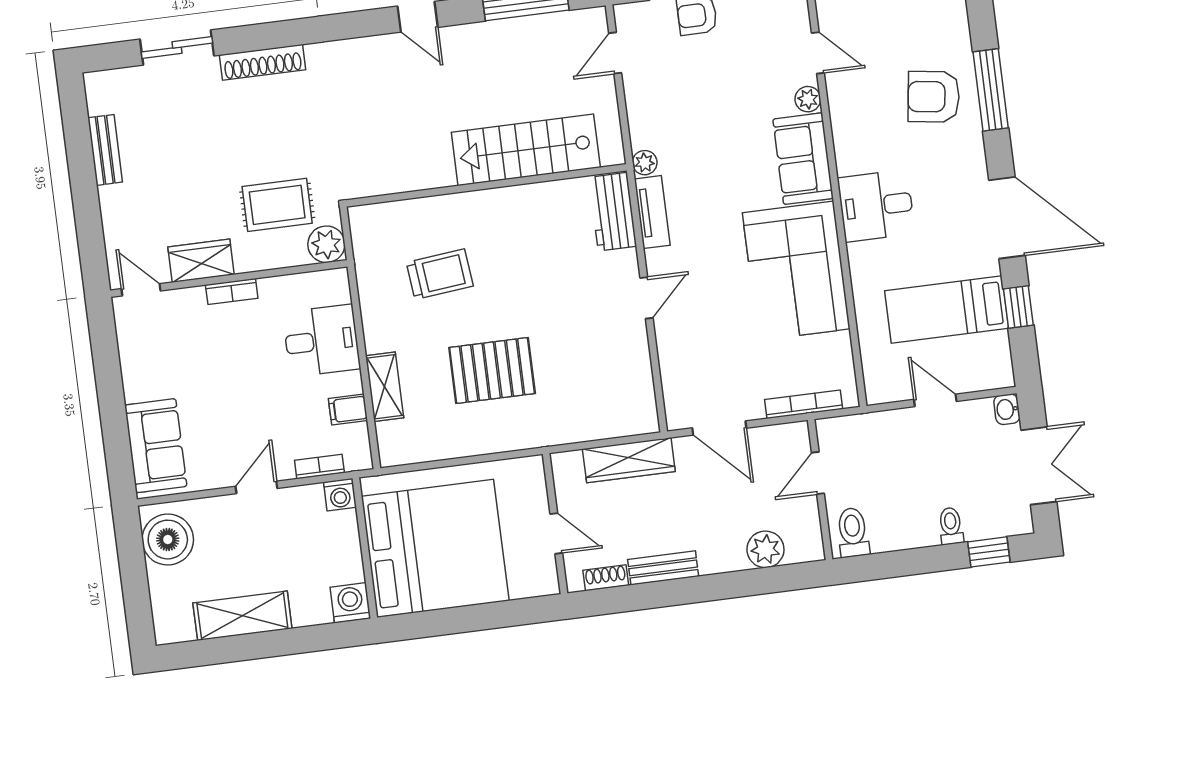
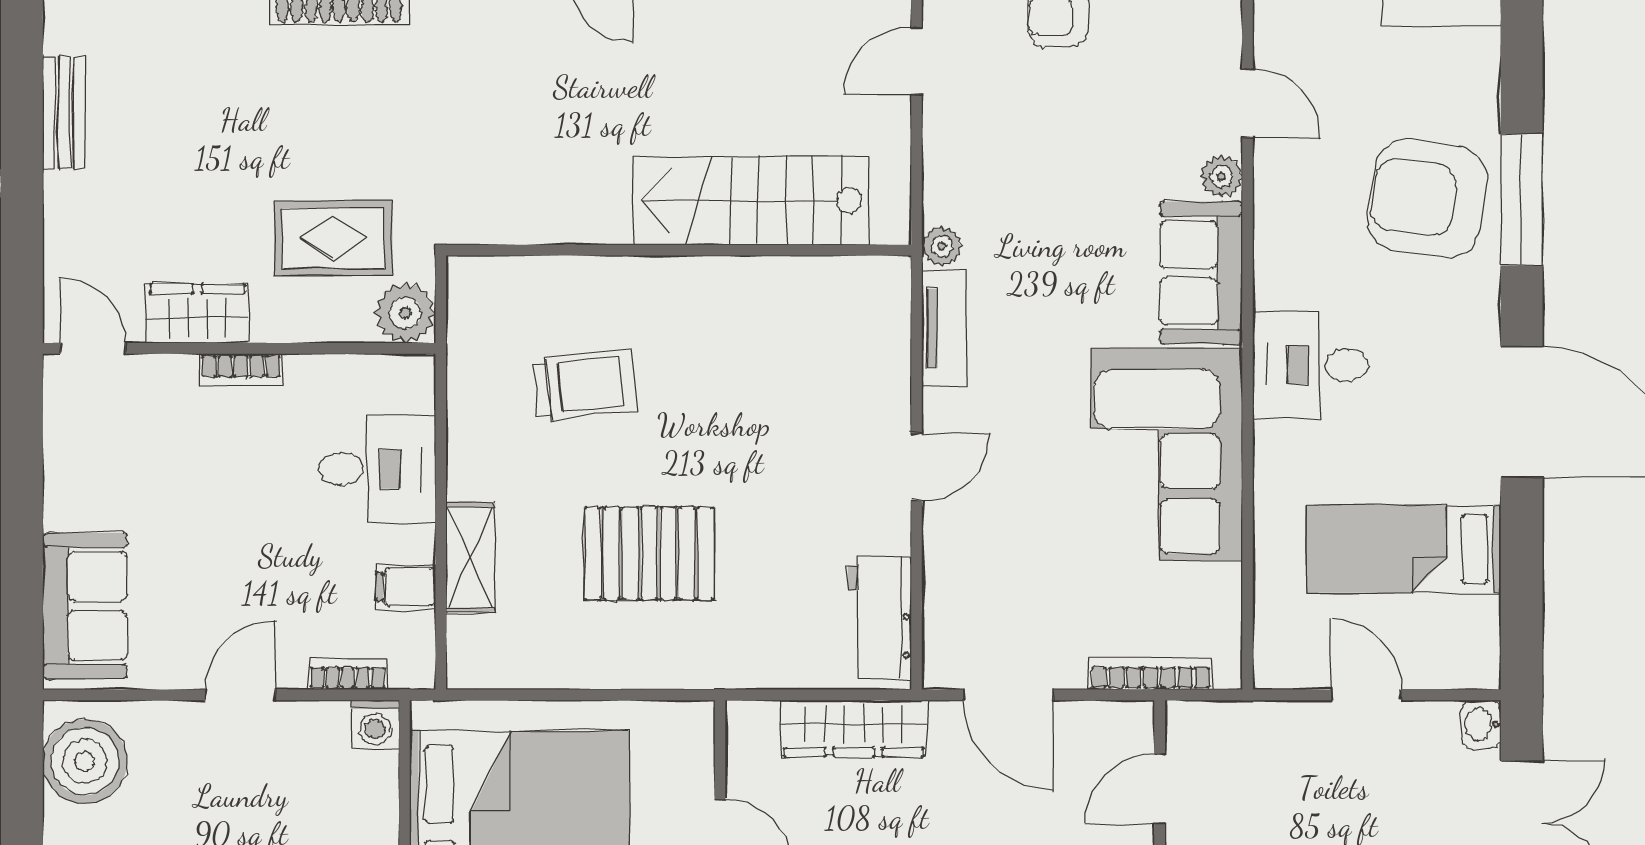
armchair: (934, 97) -> (1427, 199), width x1.36, depth x1.36
workbench: (613, 212) -> (880, 617), moved
window: (1018, 307) -> (1522, 560), removed

